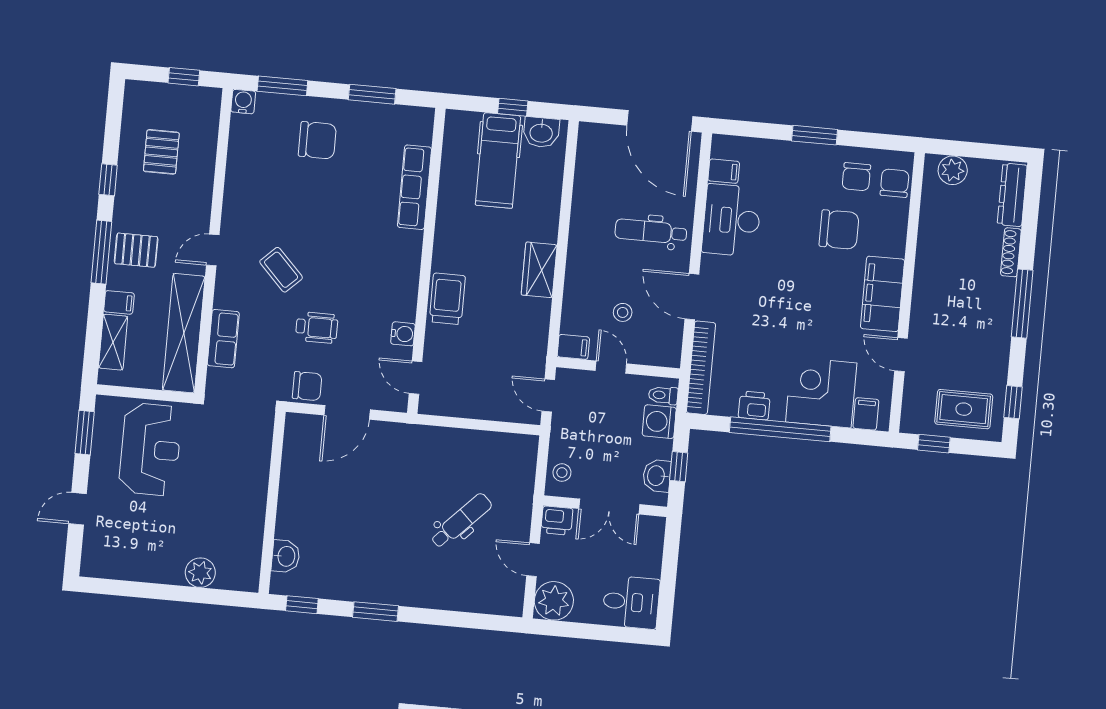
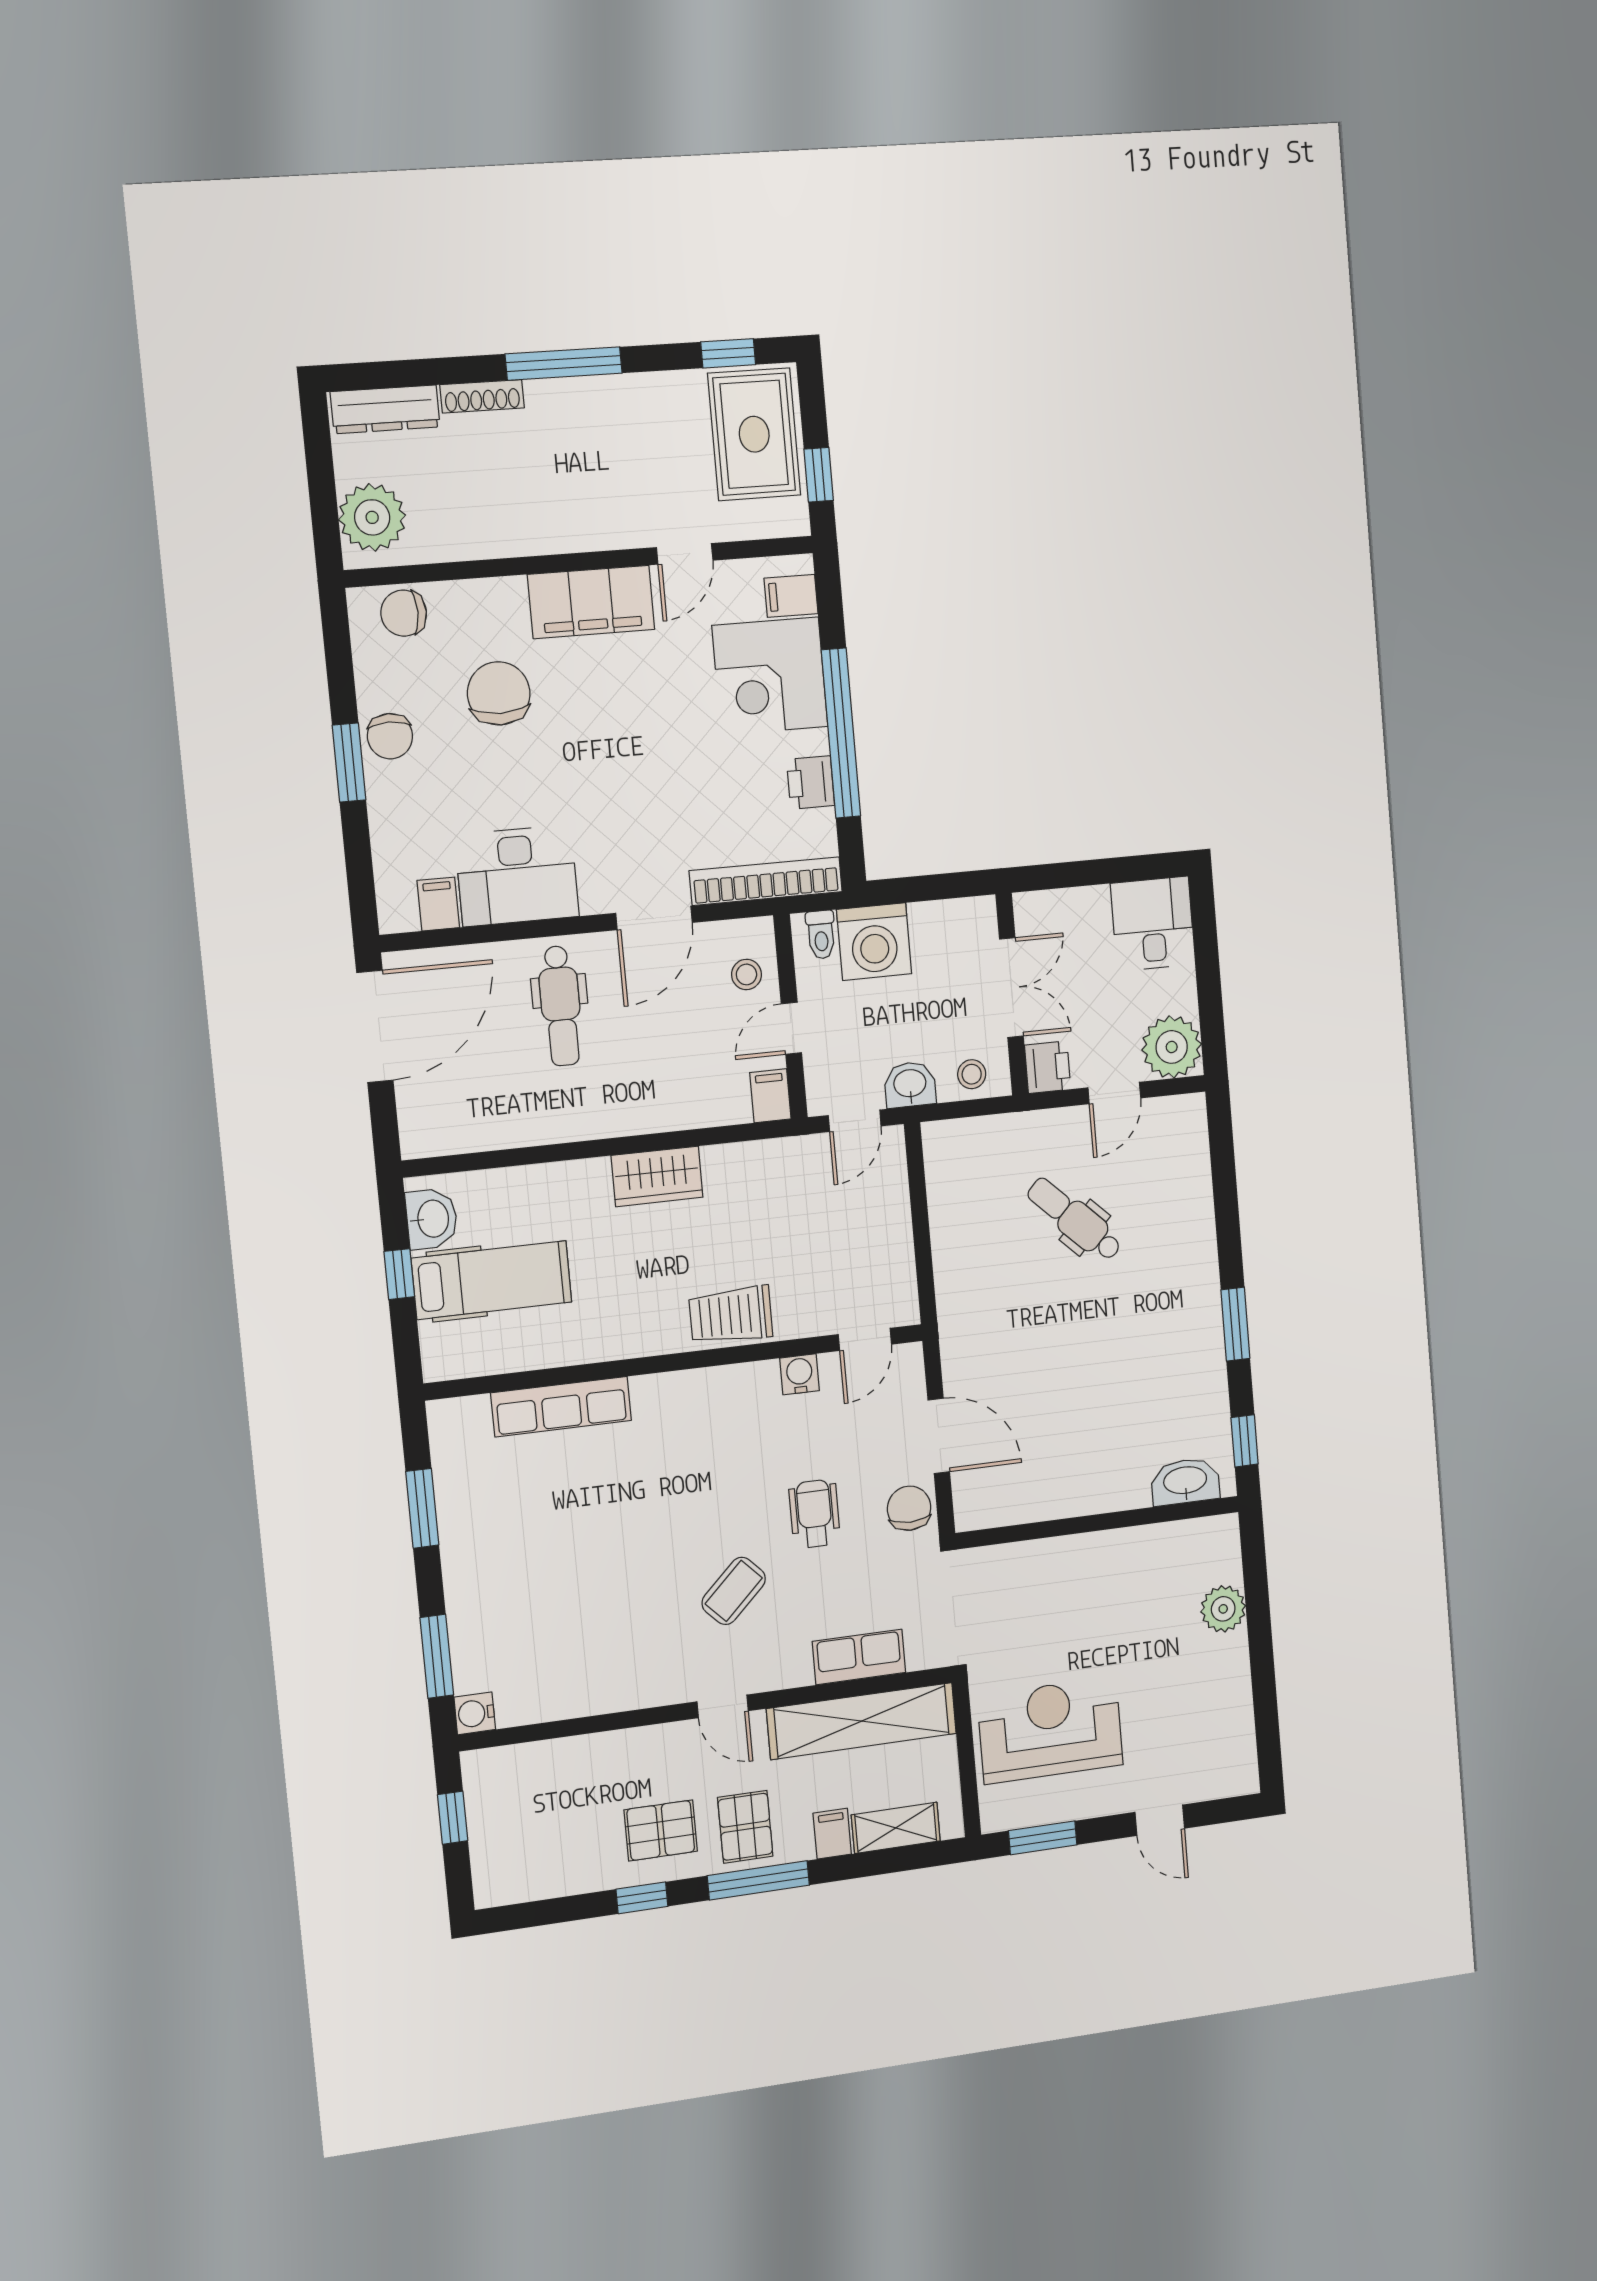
chair: (317, 140) -> (515, 1580), removed
pallet: (161, 152) -> (661, 1830), moved
plant: (953, 170) -> (372, 517), width x1.36, depth x1.36
chair: (856, 177) -> (390, 736), moved, turned 90
stool: (623, 312) -> (746, 974), moved
rug: (964, 409) -> (754, 434), width x1.36, depth x1.43
washing machine: (659, 422) -> (874, 942), width x1.37, depth x1.37
window: (679, 467) -> (929, 888), removed
washbasin: (657, 476) -> (910, 1085), moved, turned 180
washbasin: (286, 556) -> (1185, 1481), width x1.38

